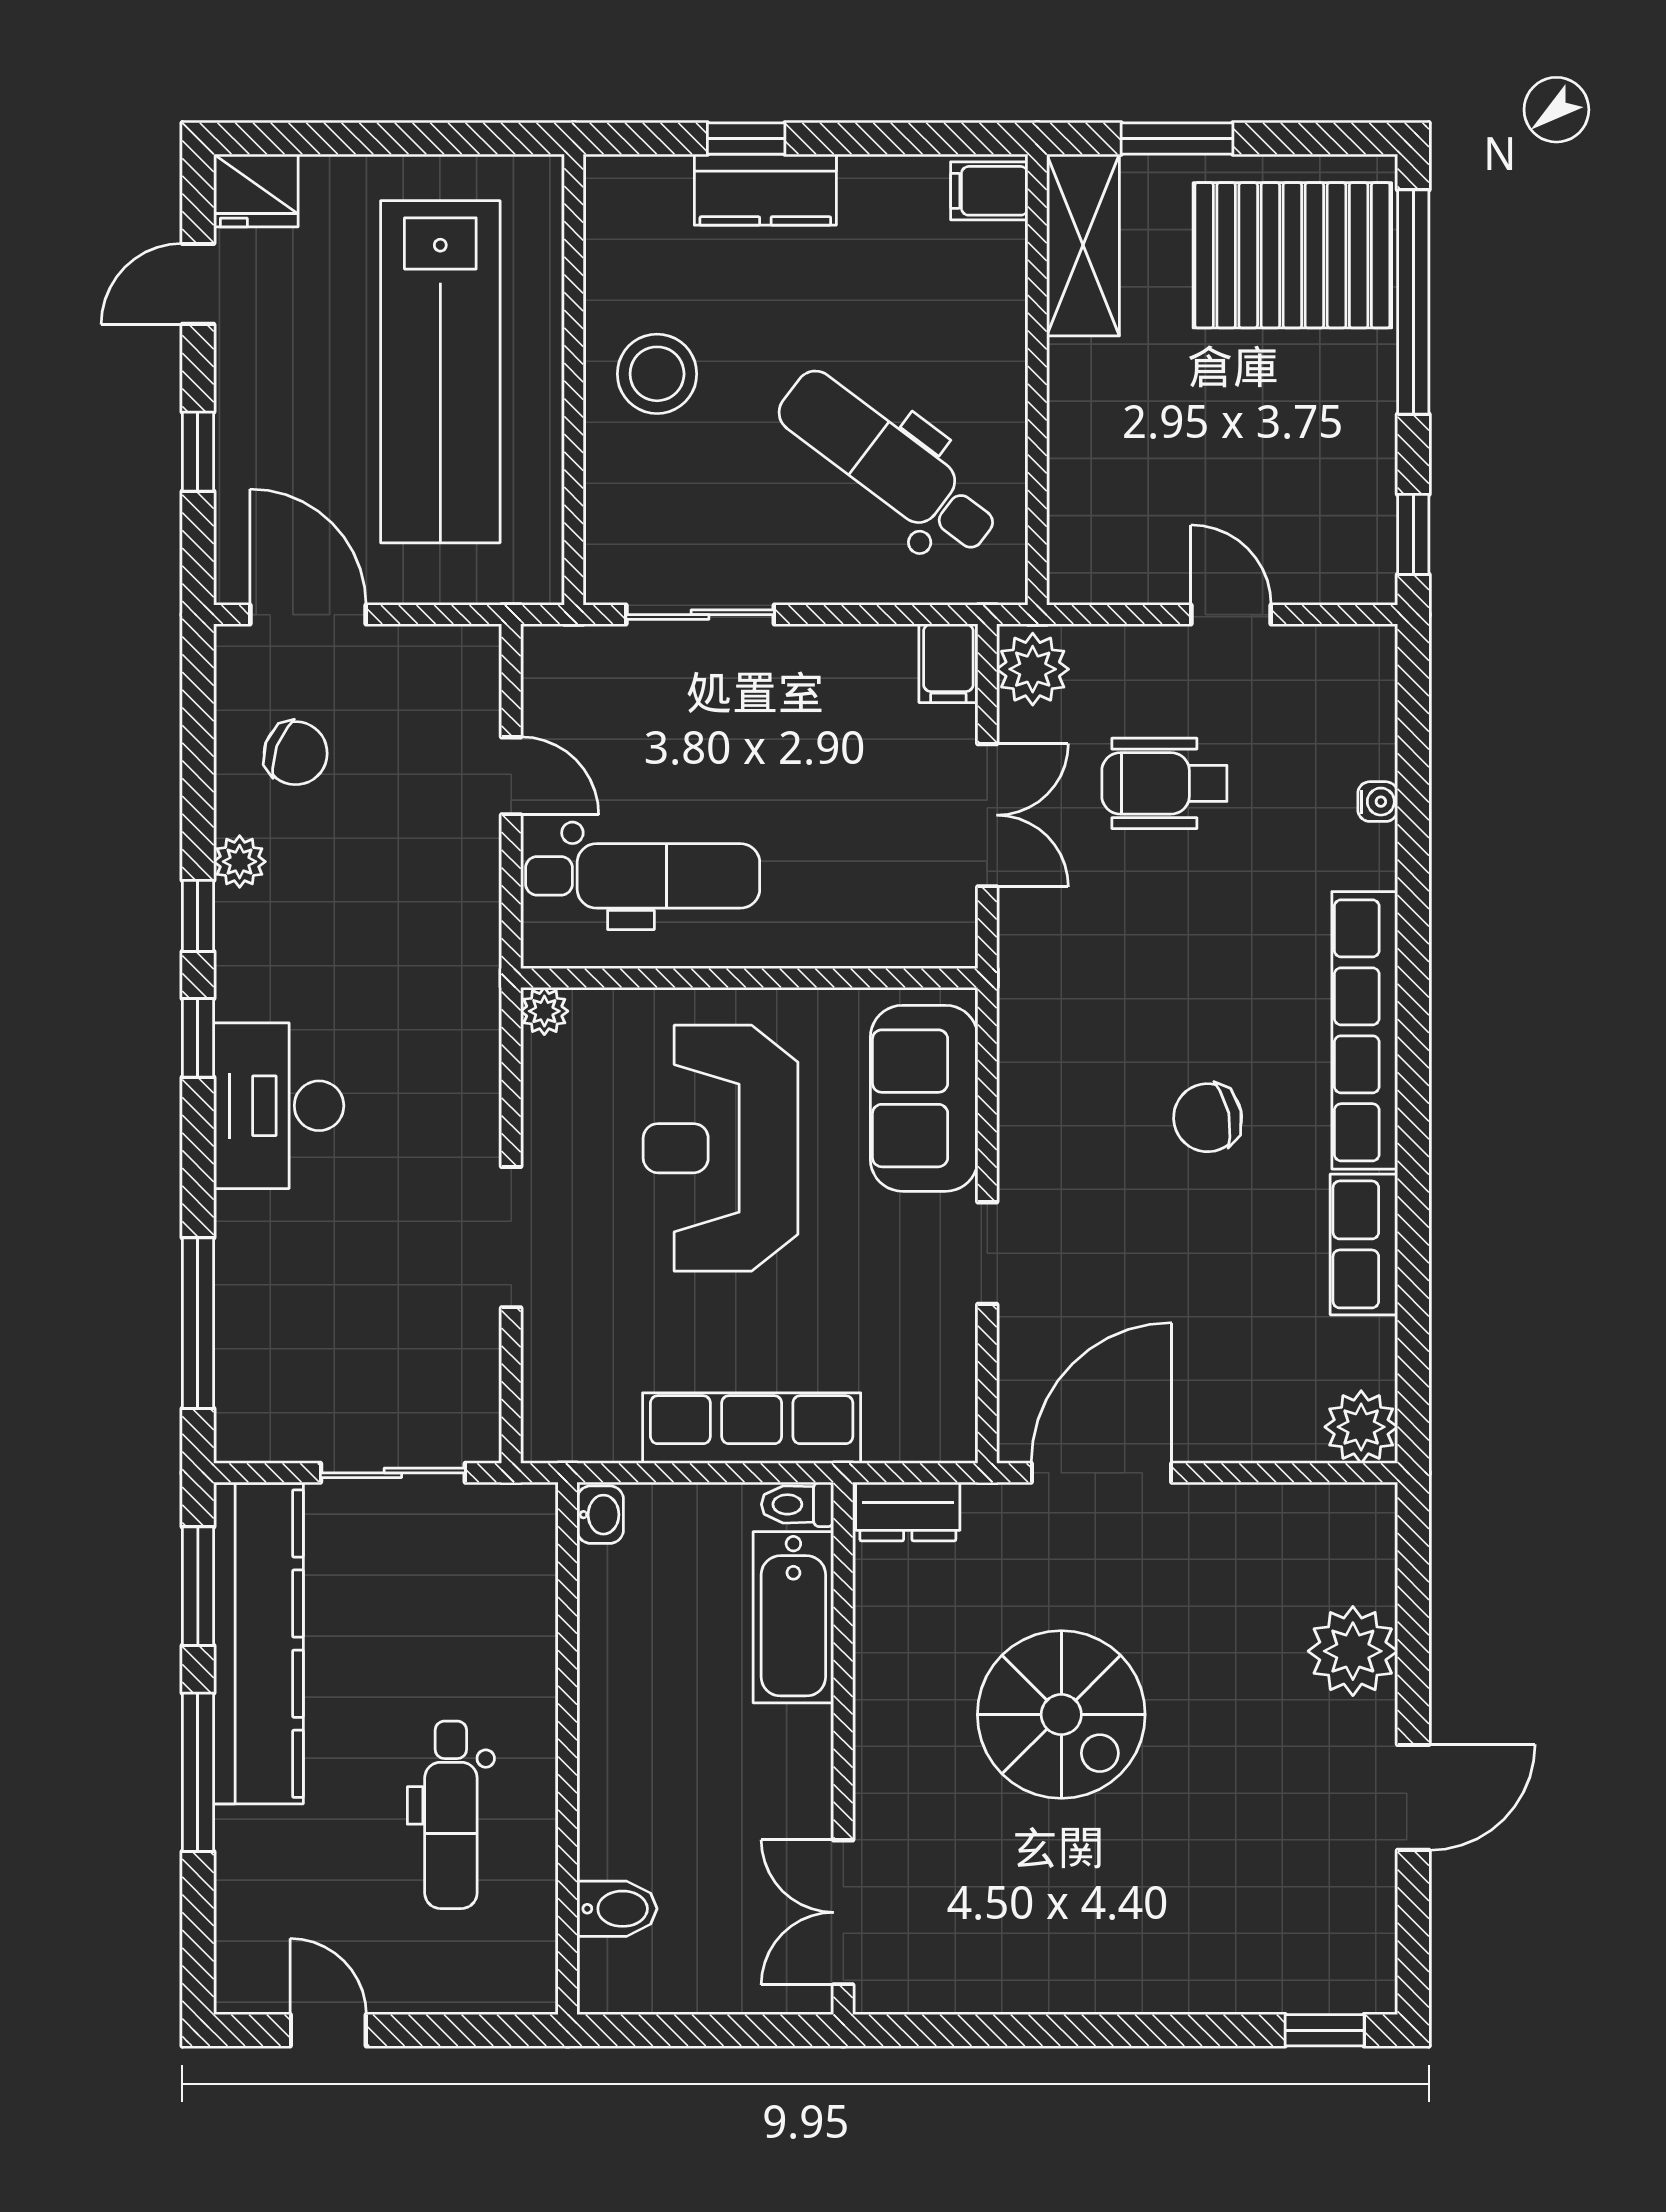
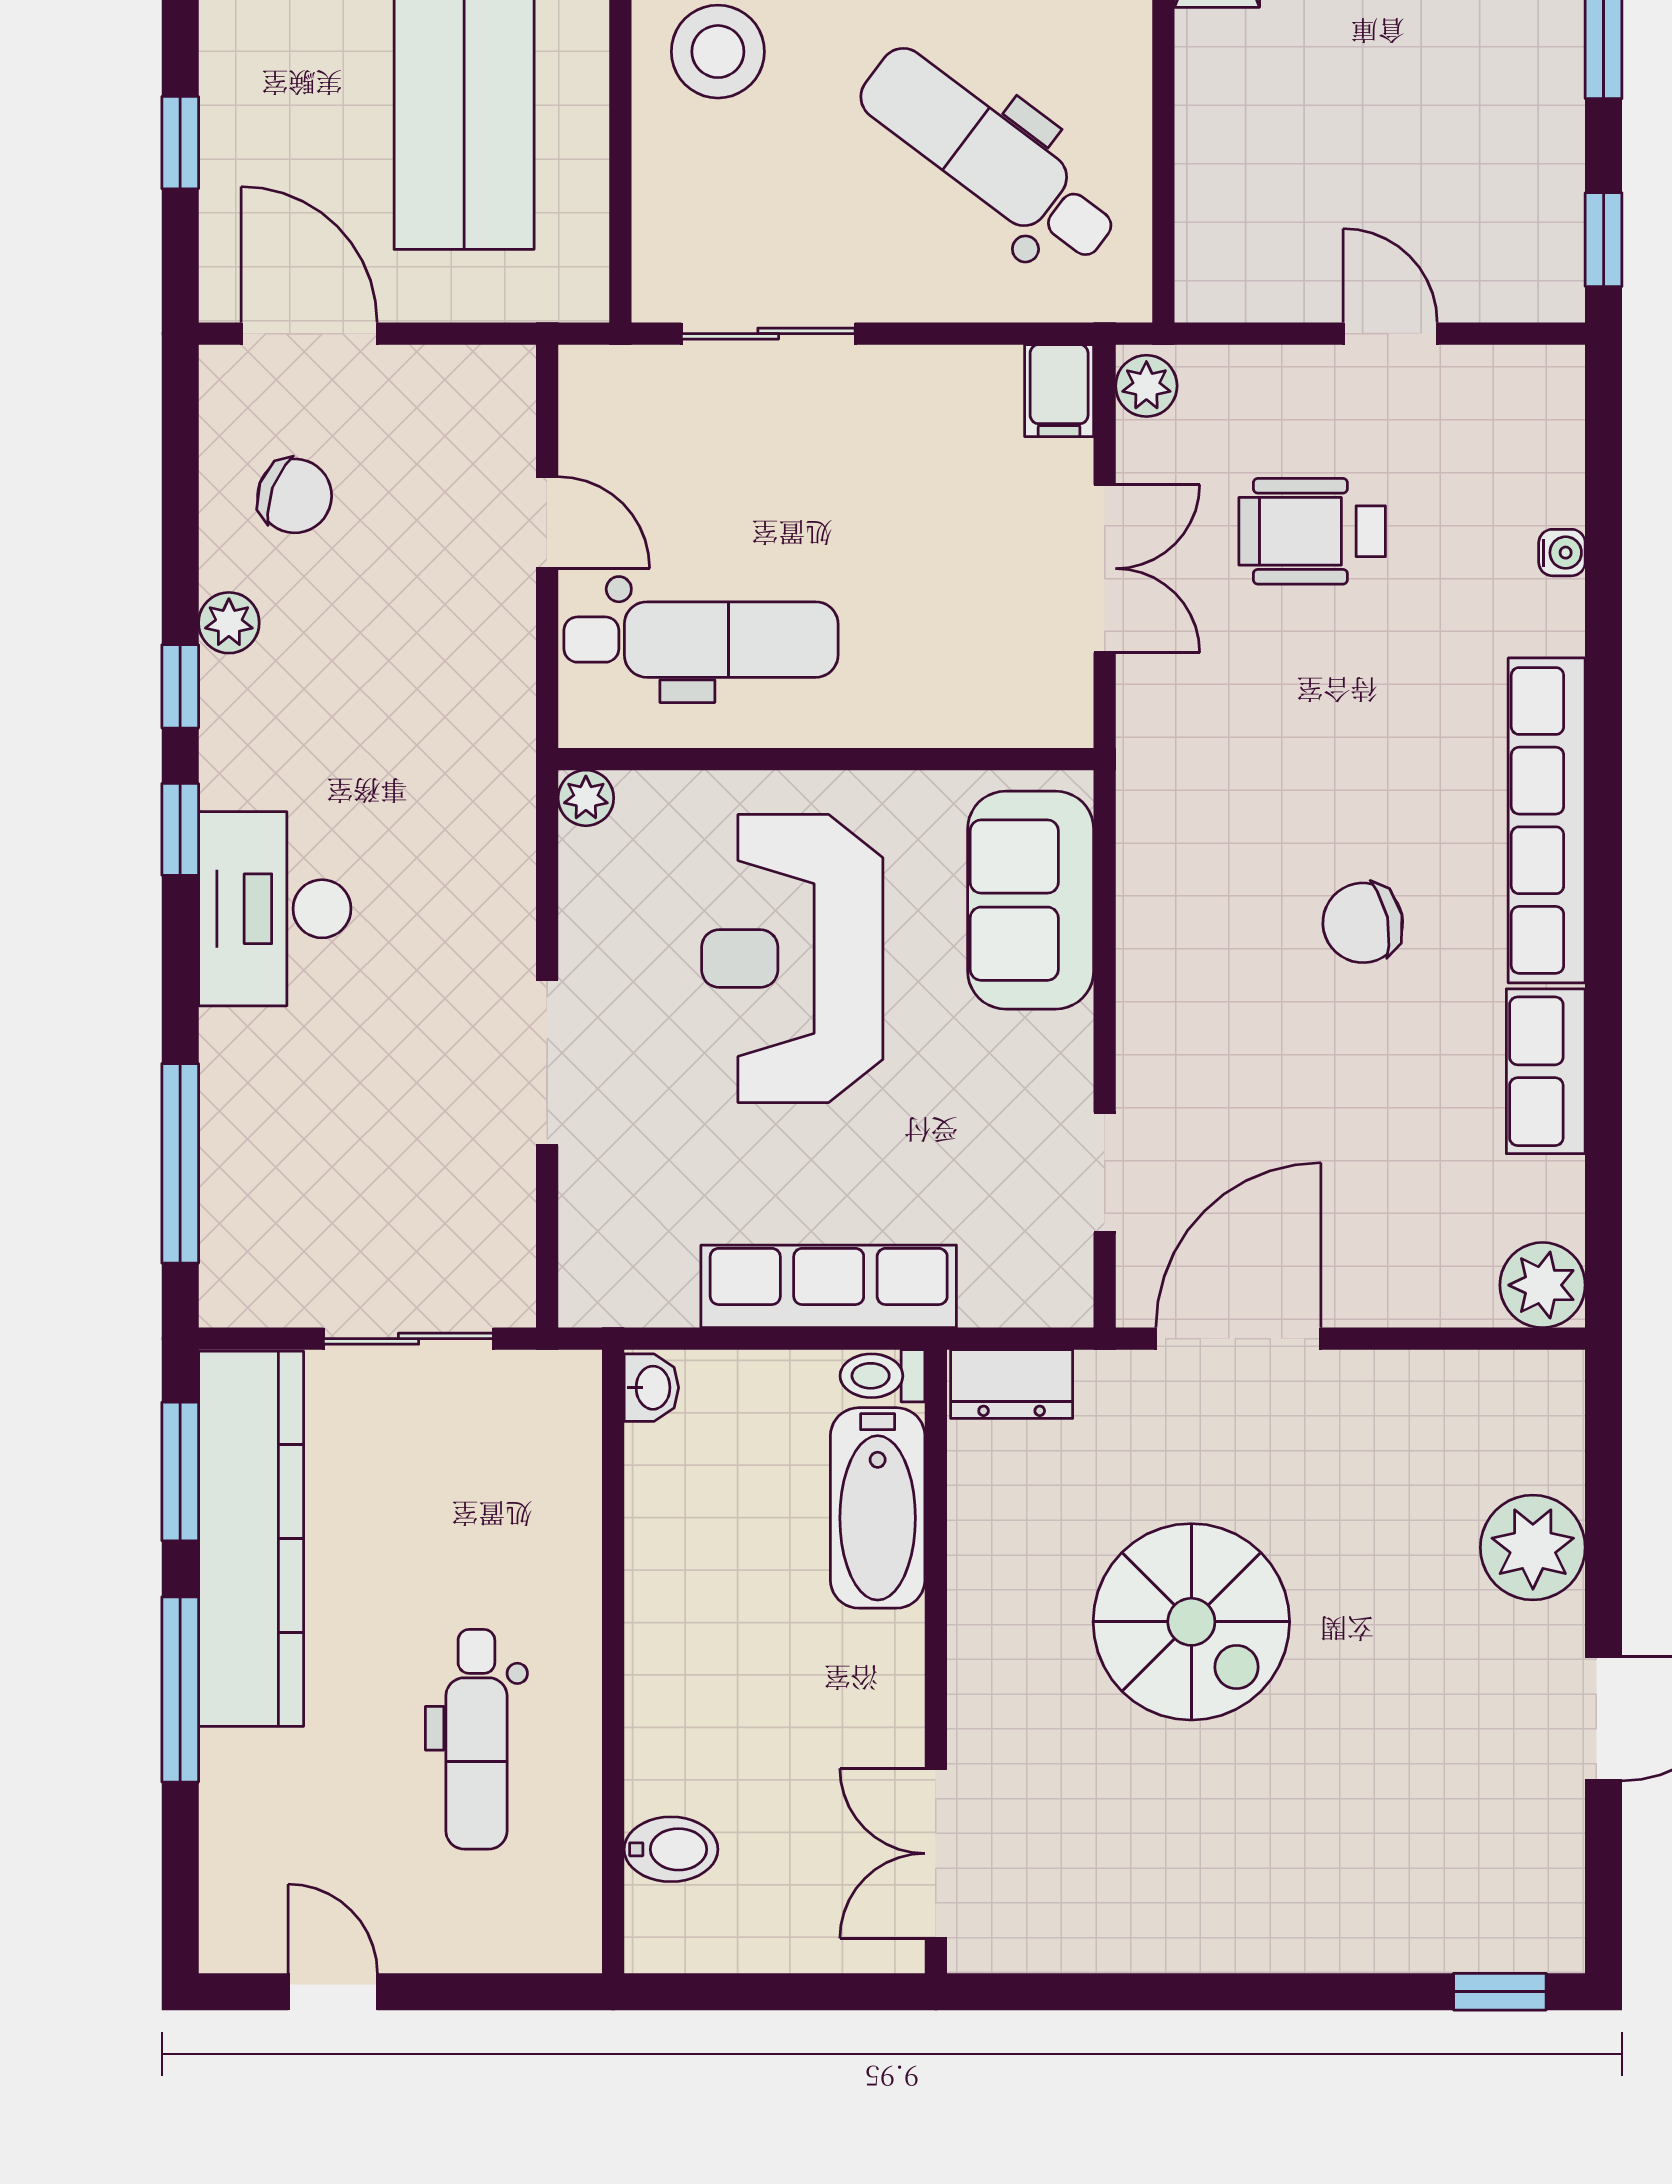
plant: (1033, 669) -> (1146, 386), width x0.73, depth x0.73
doorway: (987, 1253) -> (1105, 1172), moved

